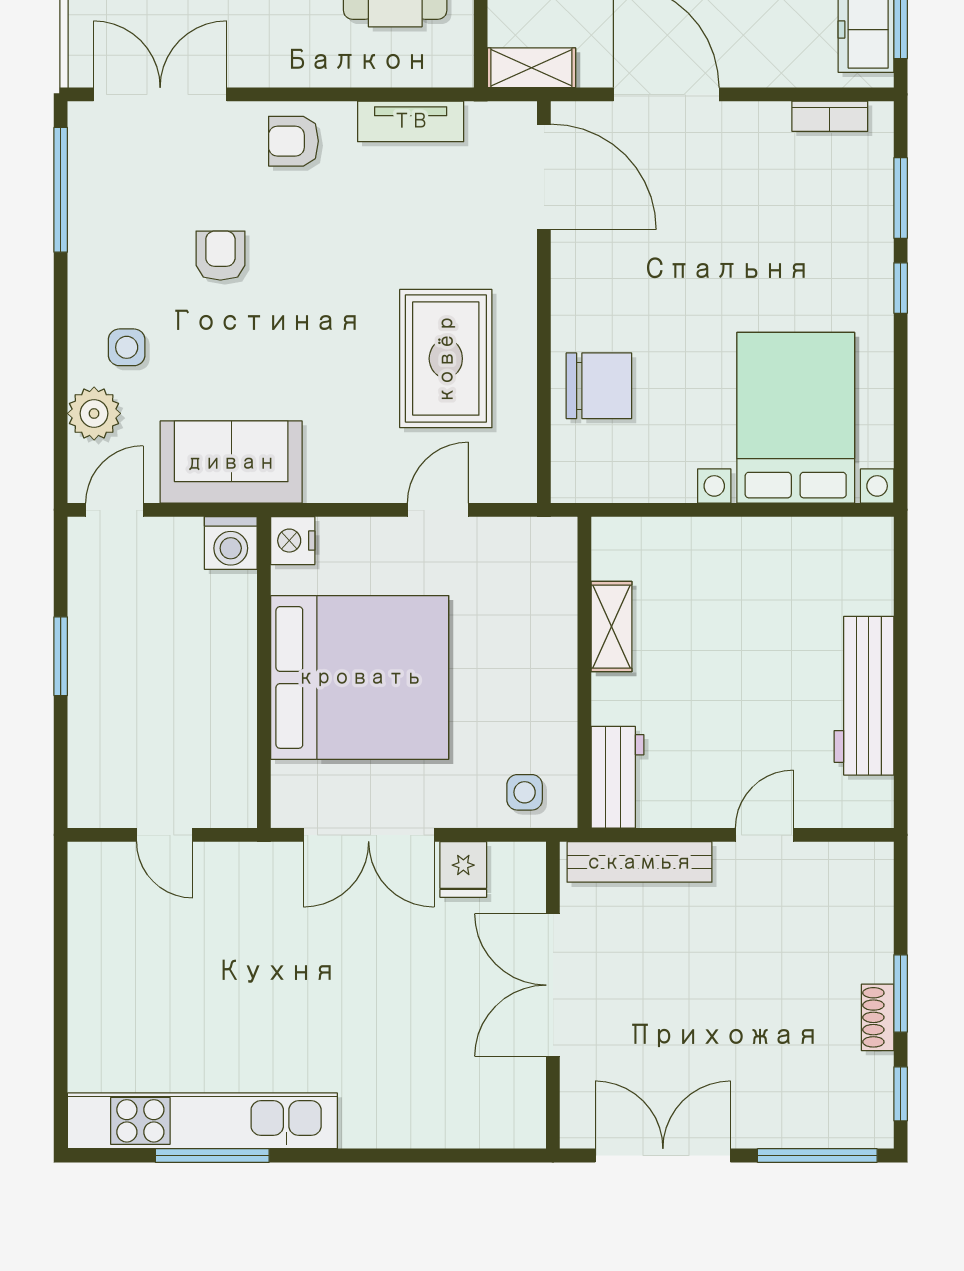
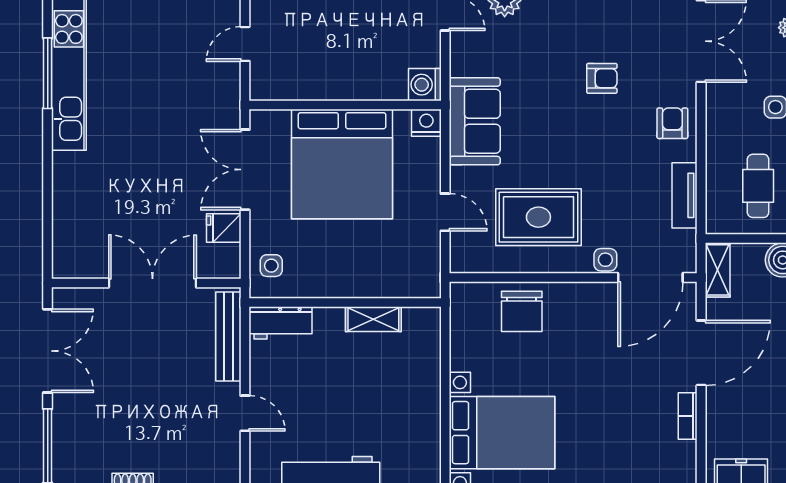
bookcase: (830, 116) -> (688, 416), moved
side table: (127, 347) -> (605, 260), moved
sofa: (231, 462) -> (475, 121), moved

